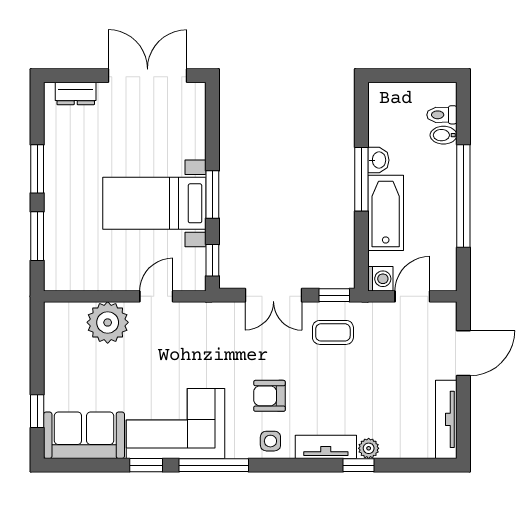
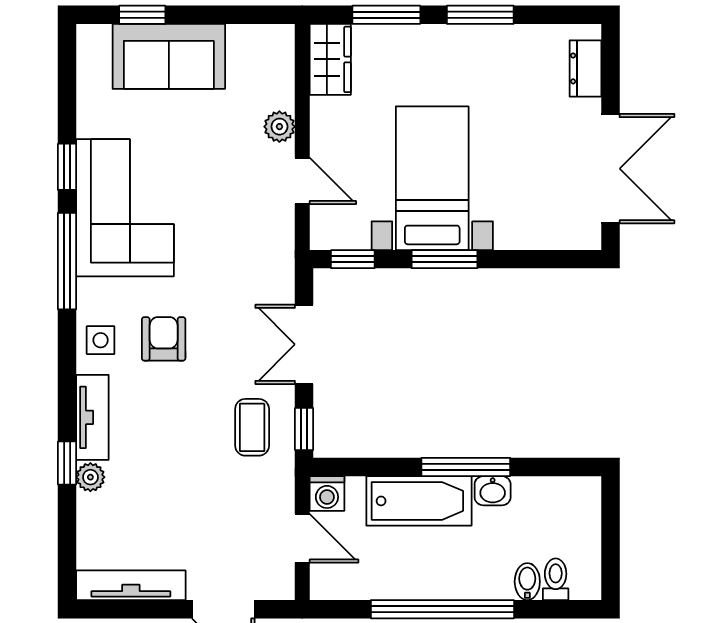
wardrobe: (69, 276) -> (330, 59), added
plant: (108, 322) -> (279, 127), width x0.53, depth x0.53
sofa: (84, 435) -> (169, 56), moved, turned 90

